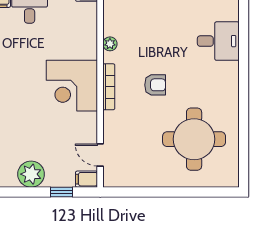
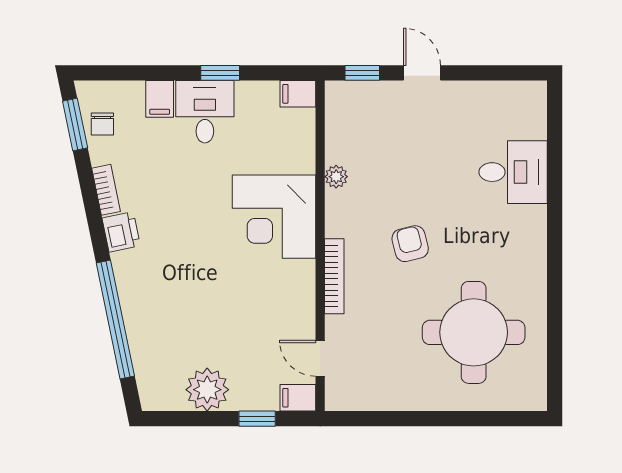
armchair: (155, 85) -> (410, 244), turned -104
corner desk: (72, 86) -> (274, 217), moved
bookcase: (109, 87) -> (334, 276), moved

